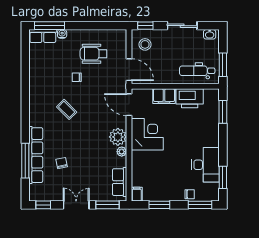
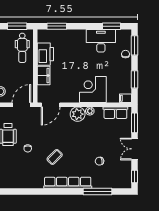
corner desk: (147, 134) -> (93, 89), moved
row of seats: (36, 155) -> (68, 183), moved

